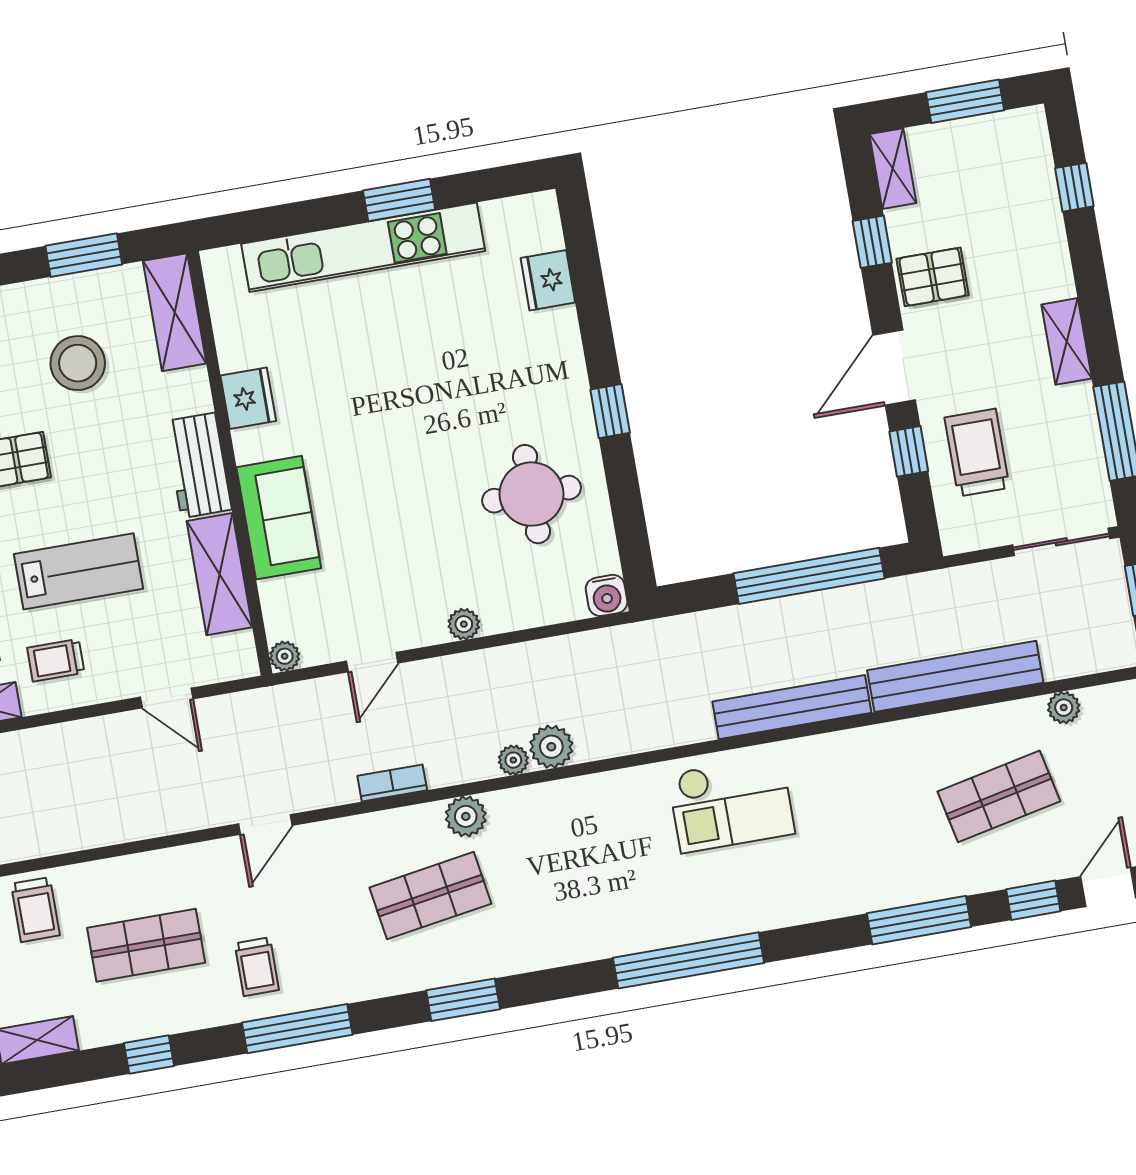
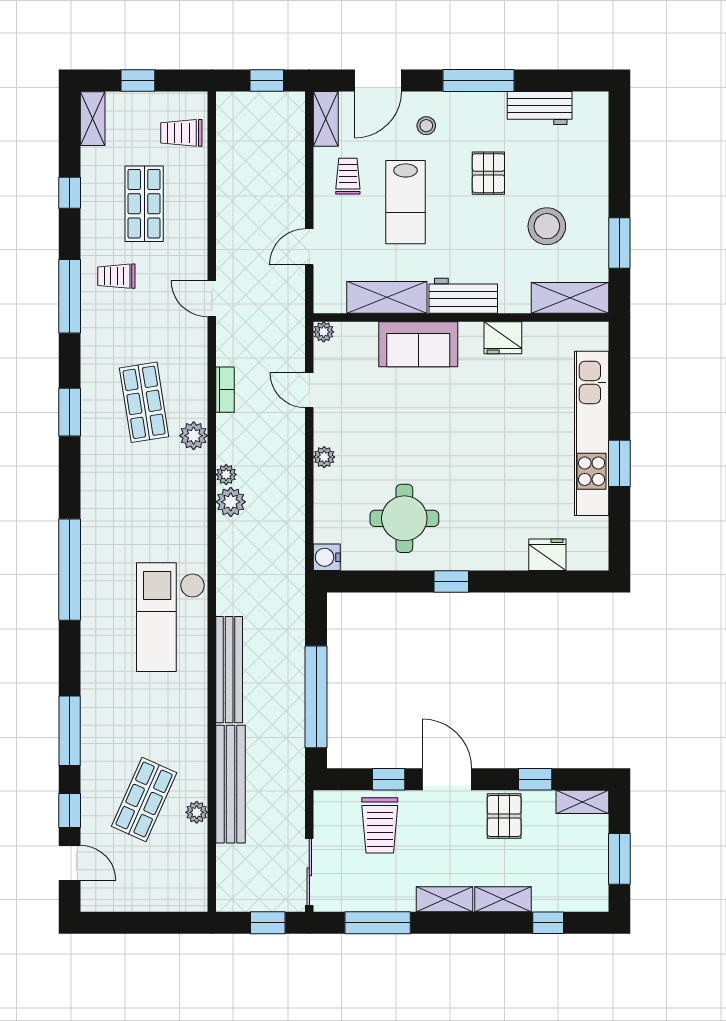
shelving: (1052, 258) -> (503, 899), added
trolley: (977, 453) -> (380, 825), turned 90
plant: (1064, 708) -> (197, 812), moved
shop shelf: (999, 796) -> (144, 799), turned 36
checkout: (731, 804) -> (171, 617), width x1.36, depth x1.21

